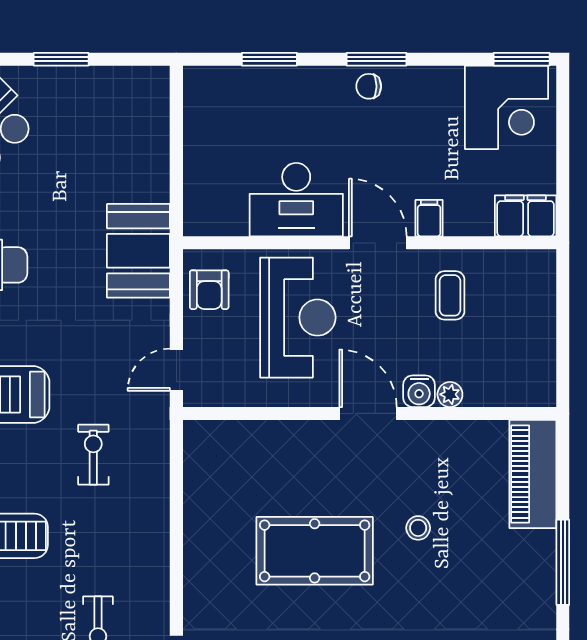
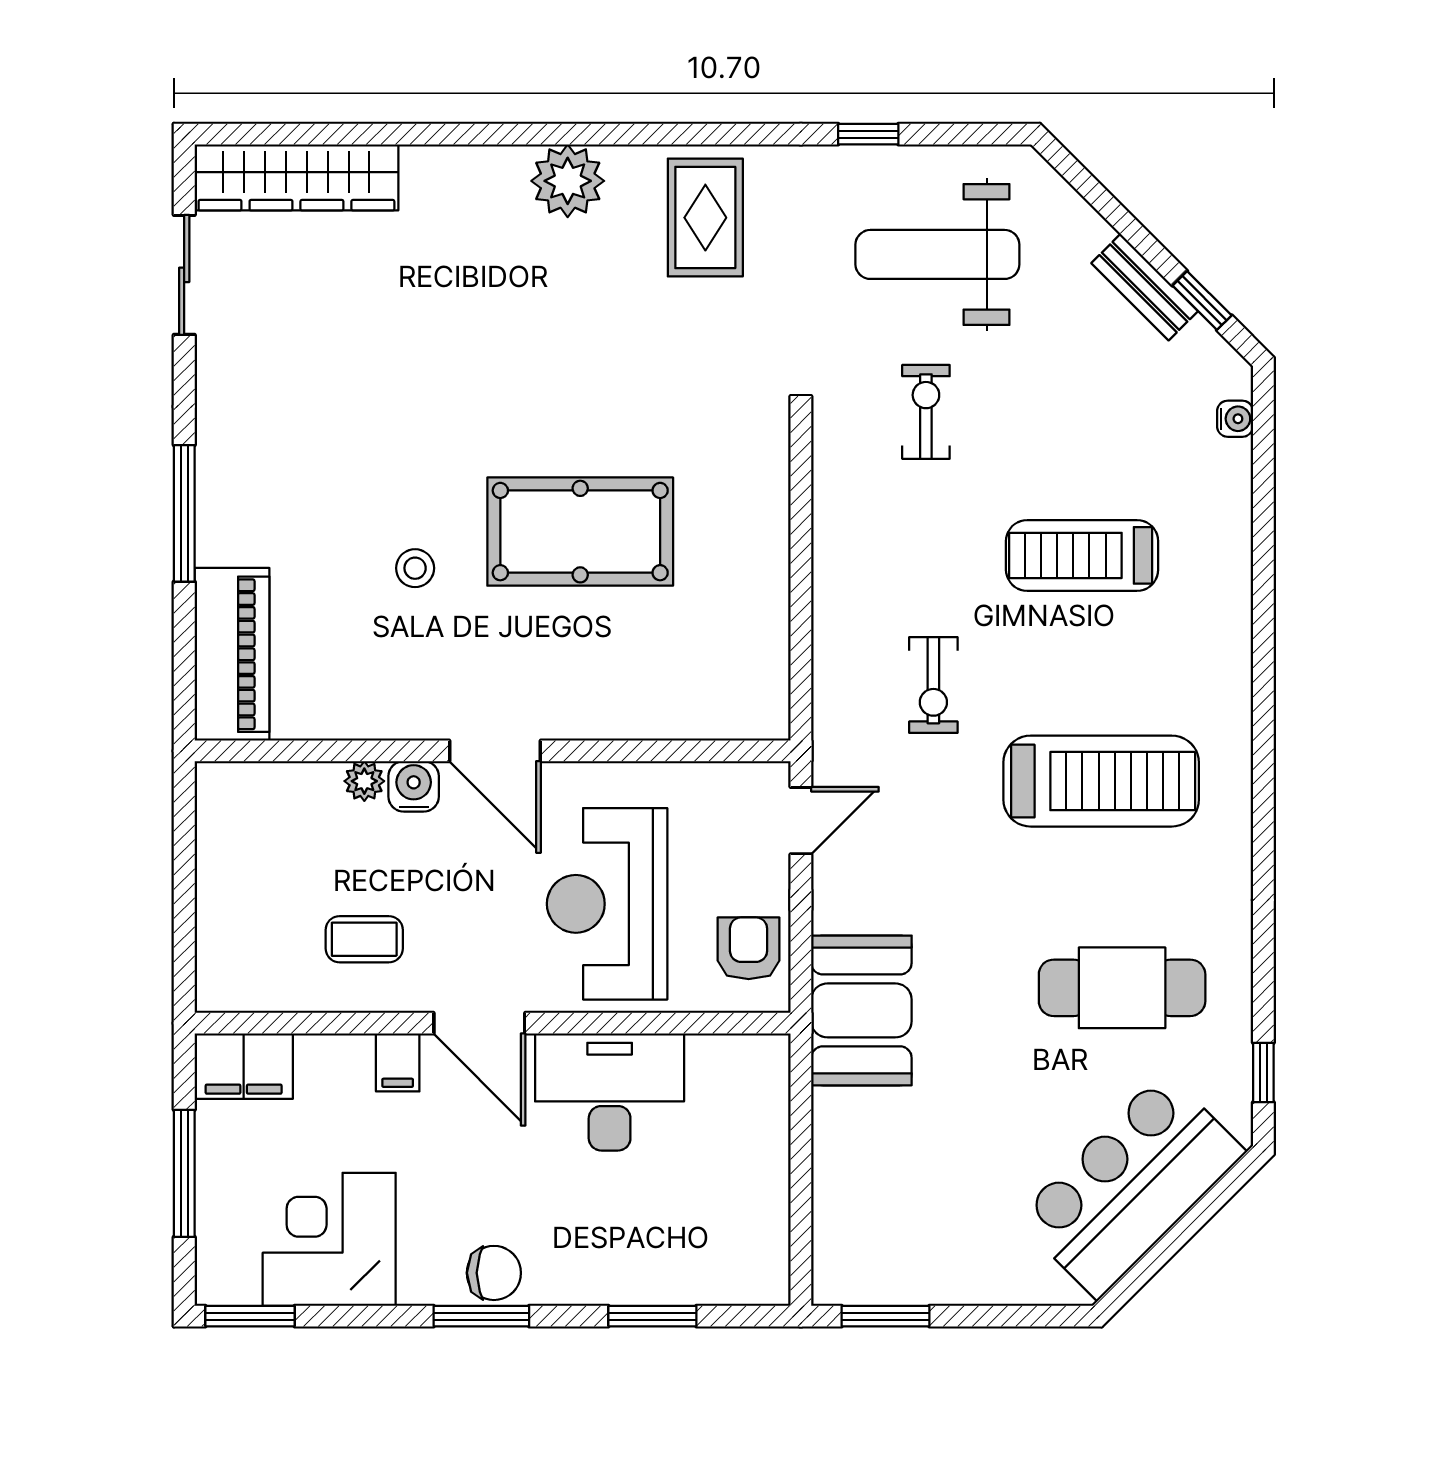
window: (61, 59) -> (886, 1316), moved
chair: (369, 86) -> (494, 1273), width x1.37, depth x1.37
corner desk: (506, 107) -> (329, 1239), moved
window: (563, 149) -> (184, 1173), added
coffee table: (450, 295) -> (364, 939), turned 90

